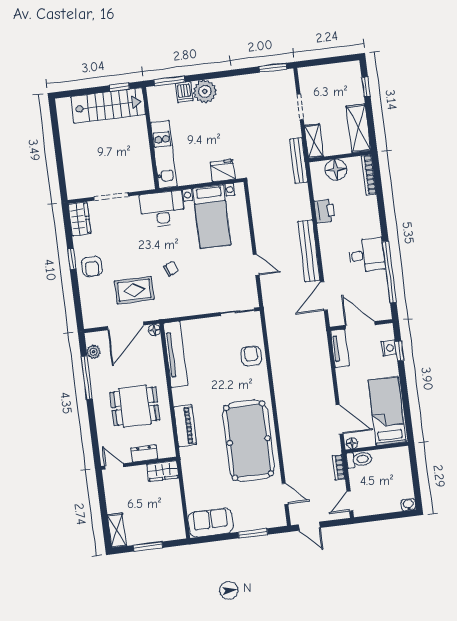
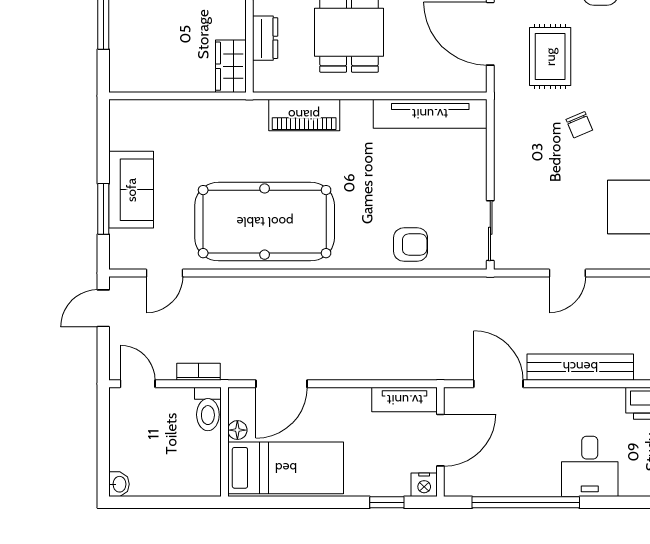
desk: (367, 255) -> (590, 466), moved
floor lamp: (154, 330) -> (477, 82), removed
nightstand: (389, 348) -> (424, 485), moved
floor lamp: (352, 443) -> (237, 430), moved
sofa: (210, 523) -> (131, 190), moved

